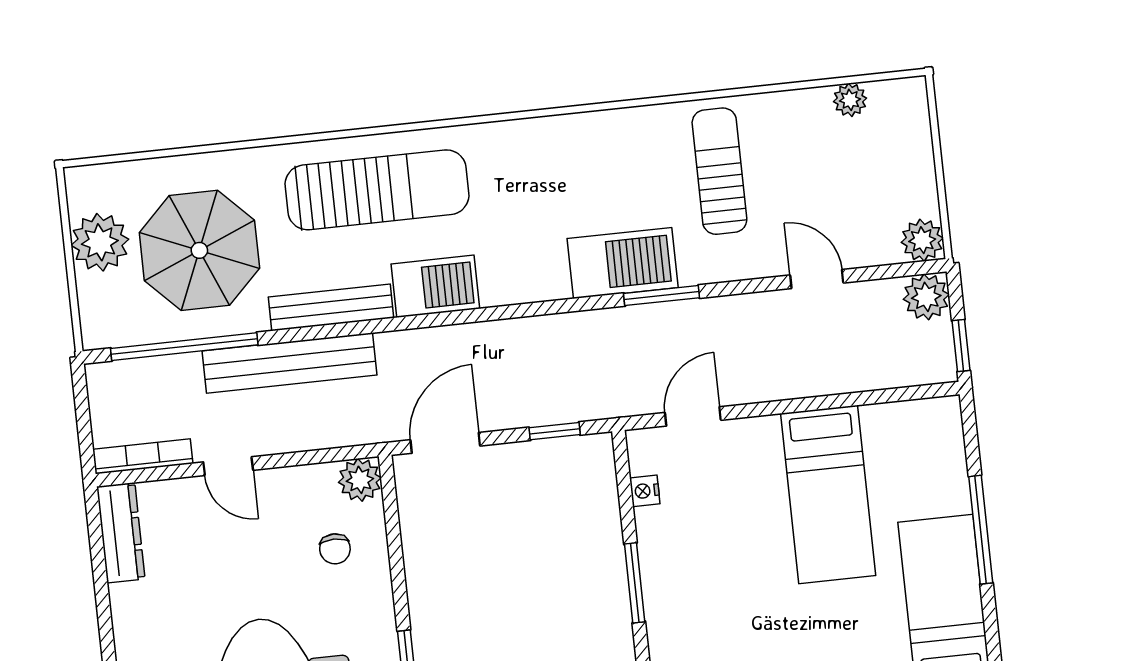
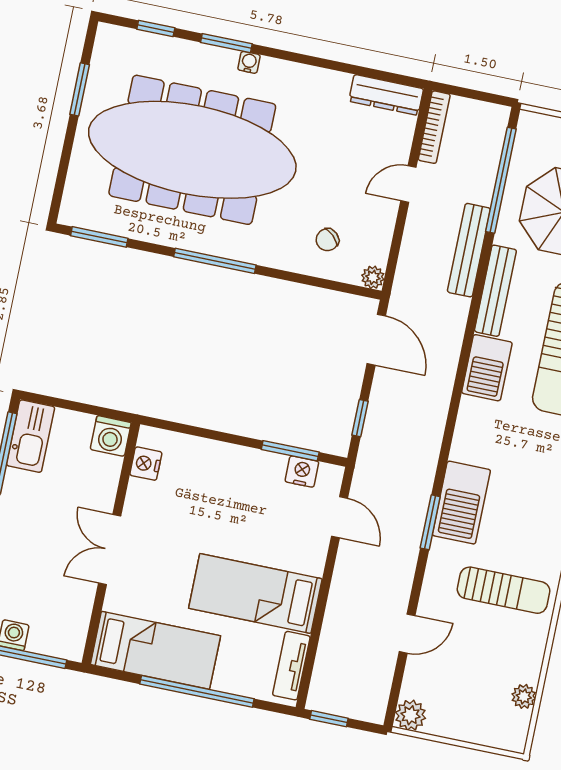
plant: (926, 297) -> (370, 705), removed
bench: (290, 363) -> (469, 250), width x0.73, depth x0.82
tv unit: (907, 417) -> (291, 666), added
plant: (360, 480) -> (373, 277), width x0.73, depth x0.73
nightstand: (645, 491) -> (302, 472), width x1.39, depth x1.35
window: (981, 530) -> (197, 691), width x1.46
chair: (335, 549) -> (327, 240), turned -47
window: (635, 583) -> (290, 451), moved

